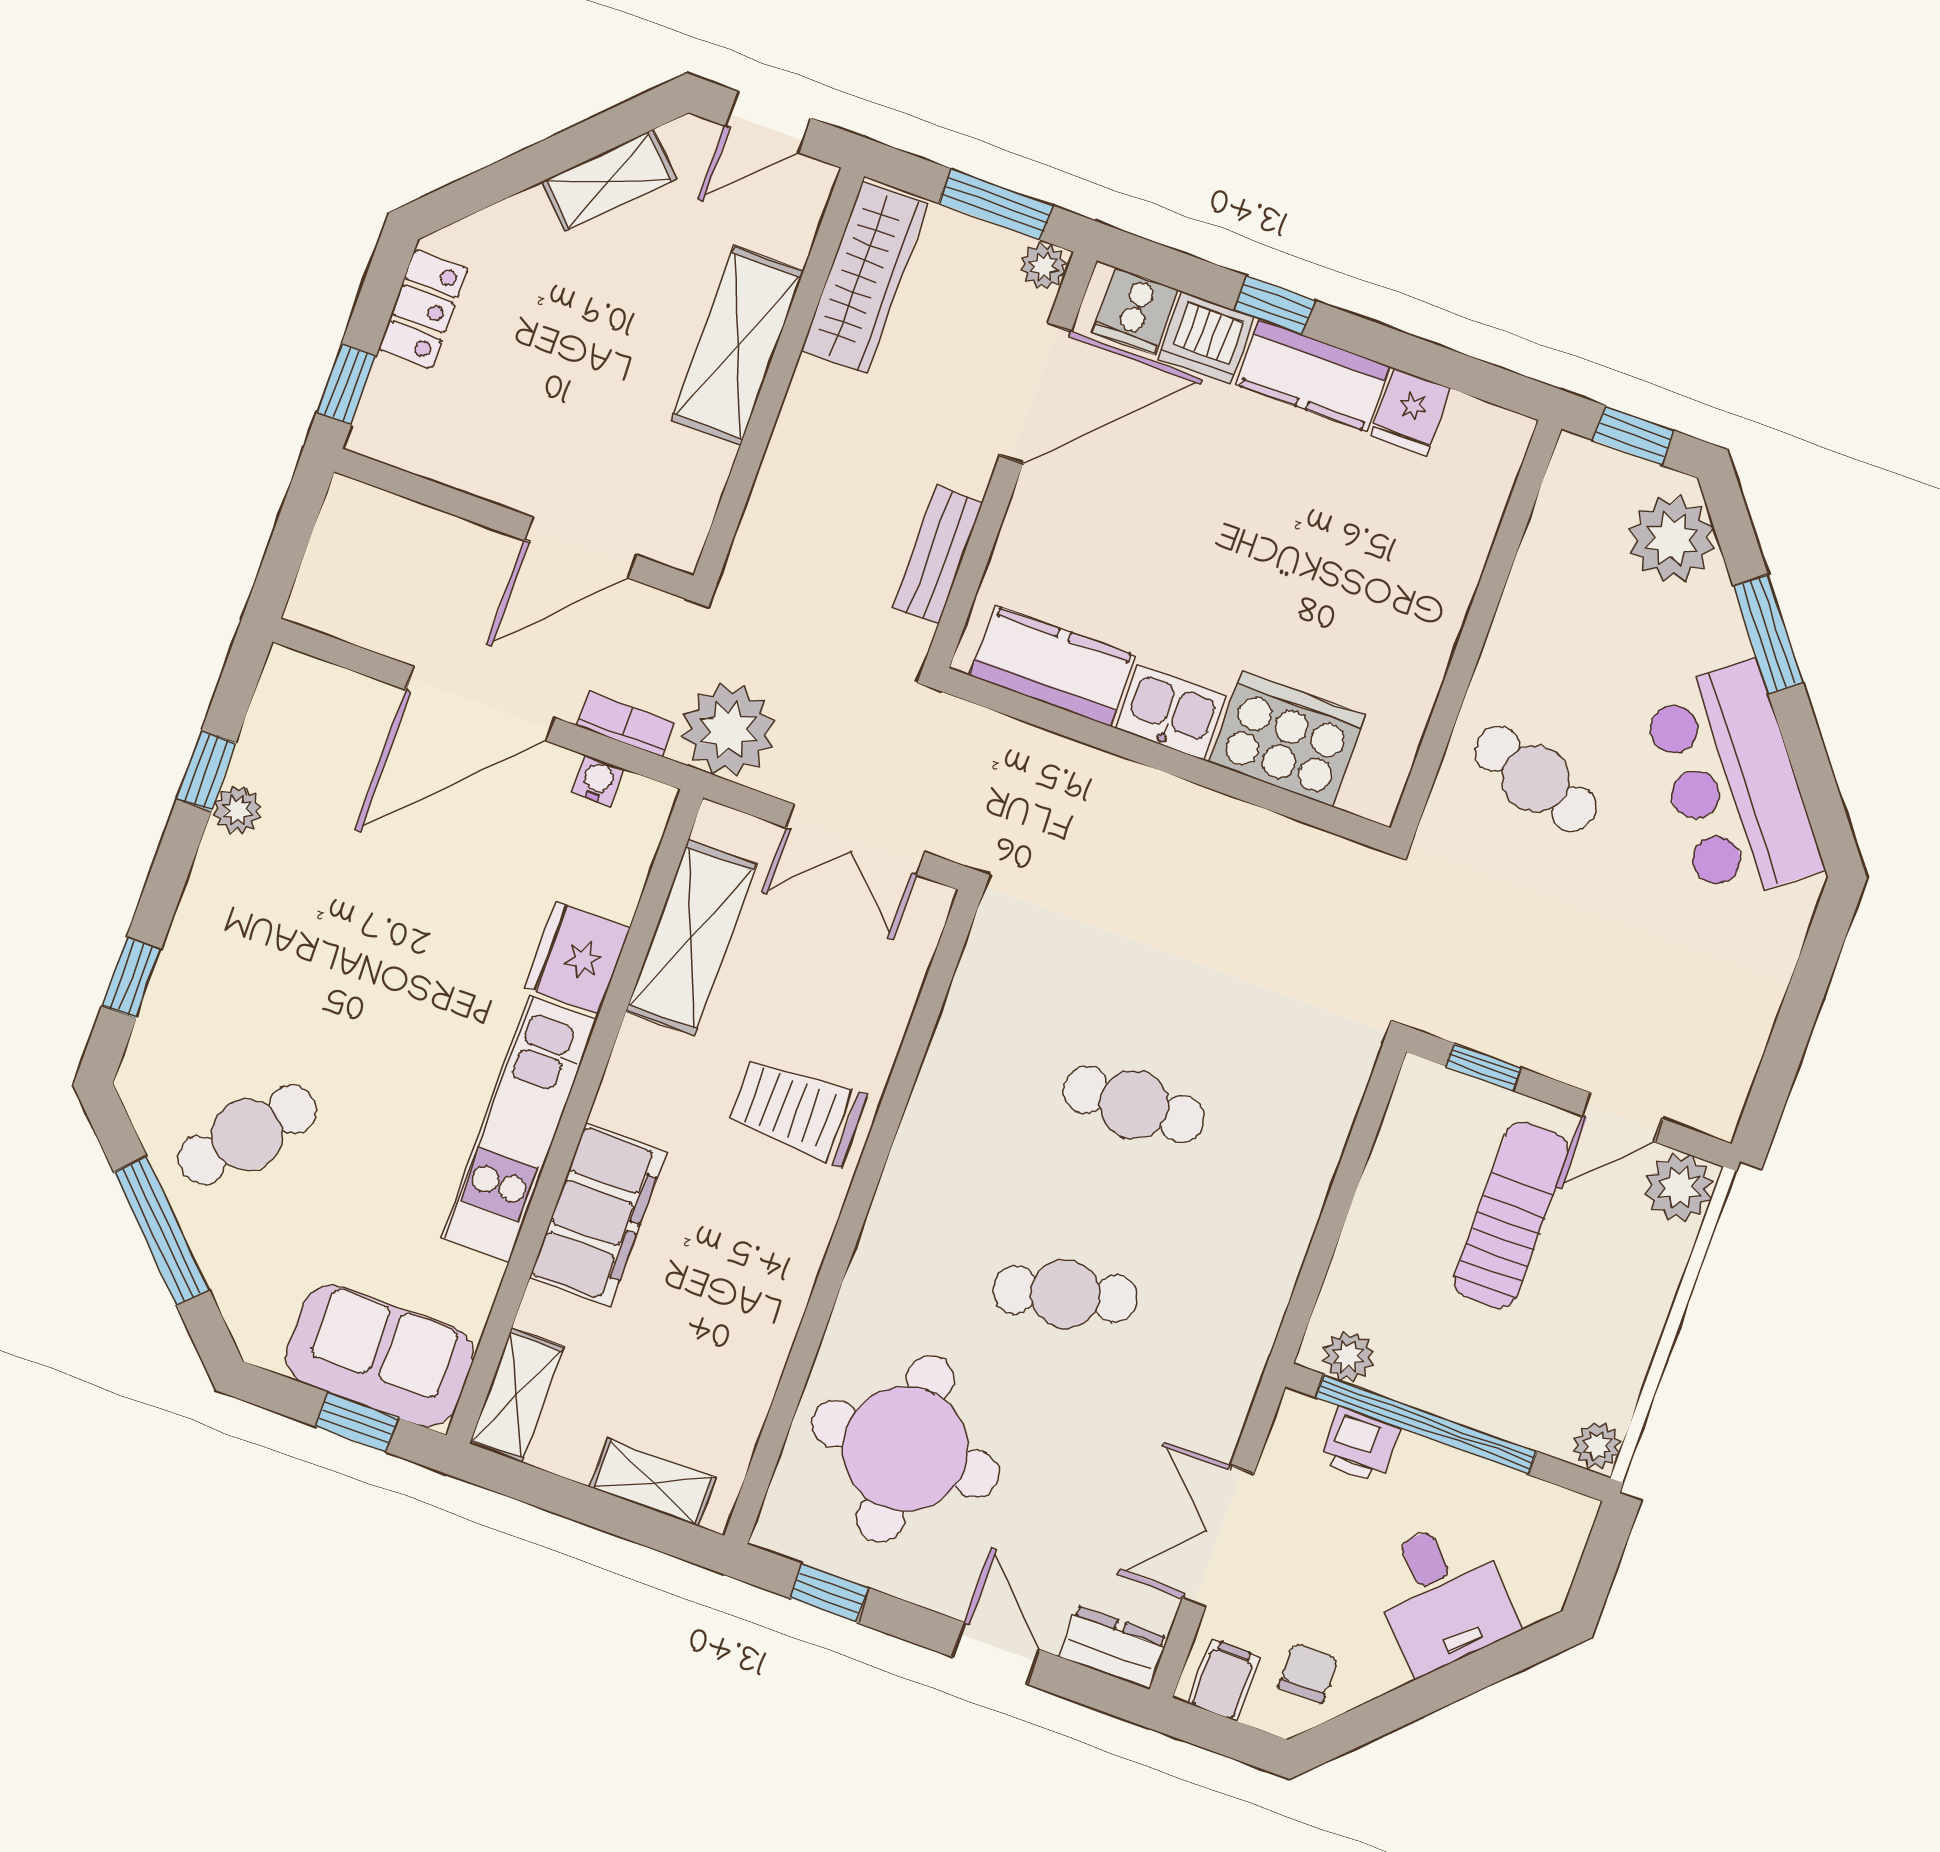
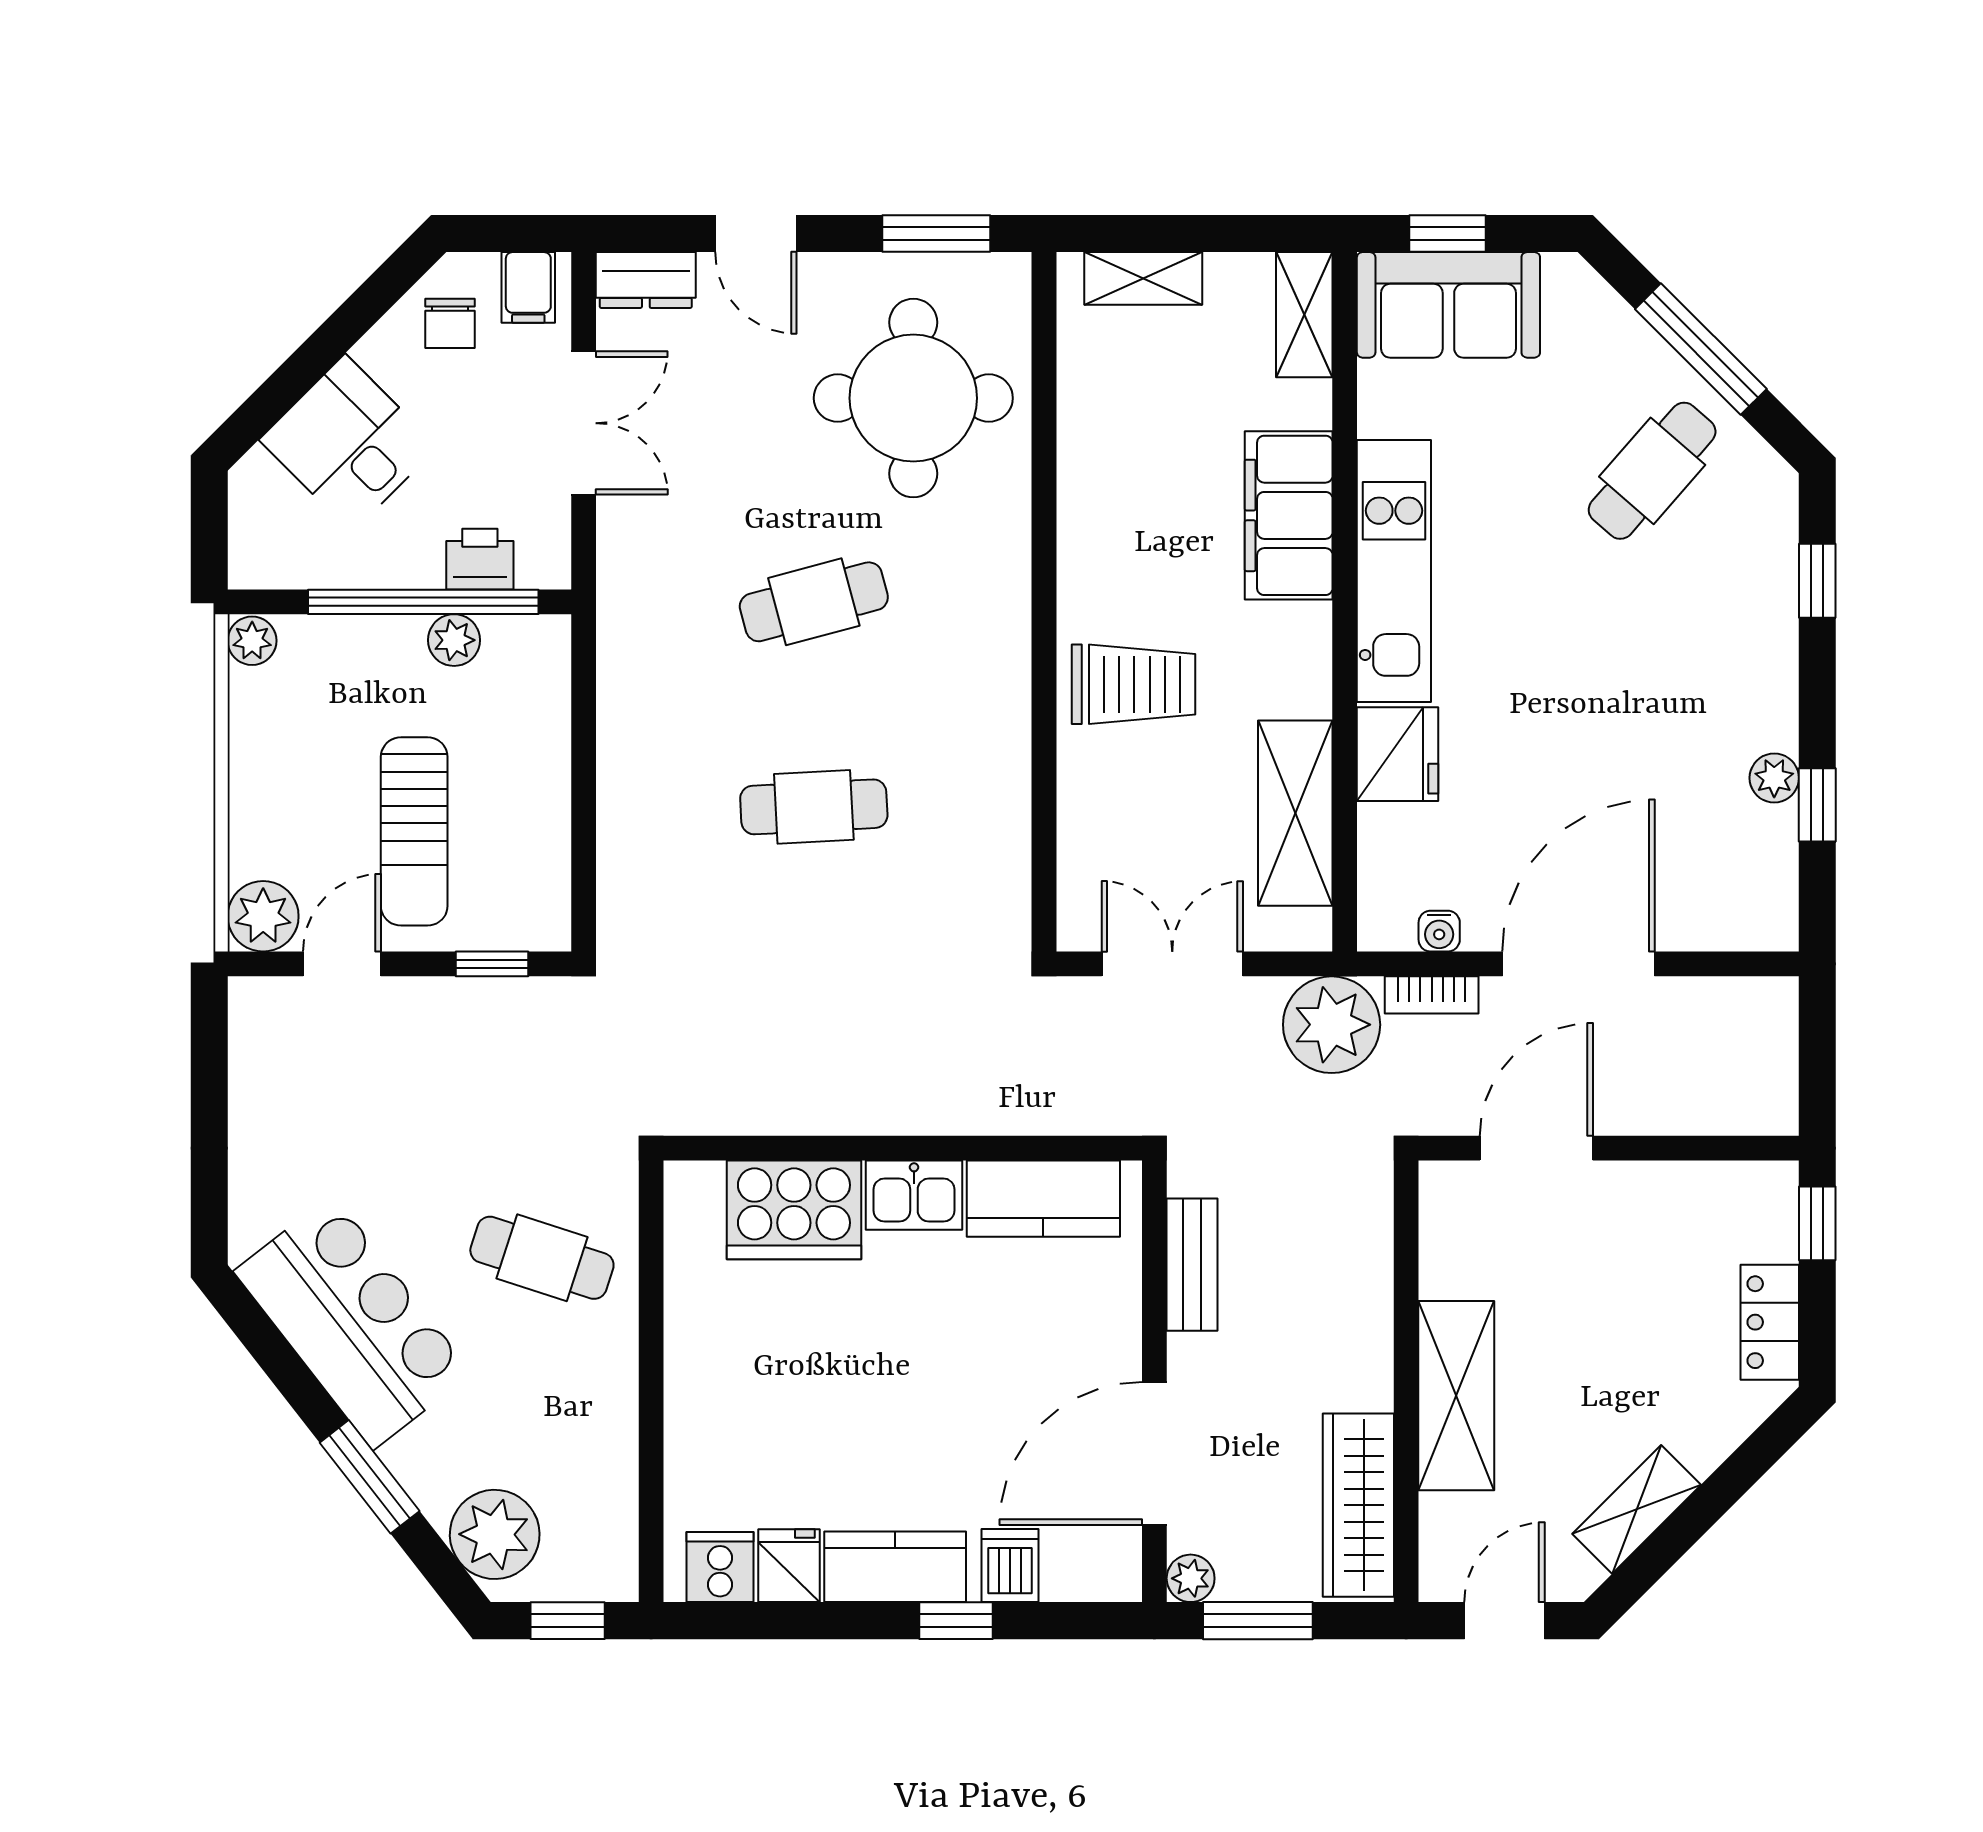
cooker: (1135, 311) -> (720, 1567), moved
dishwasher: (1206, 338) -> (1010, 1566), width x0.73
plant: (1348, 1356) -> (454, 640), moved
window: (829, 1593) -> (936, 234), width x1.50

